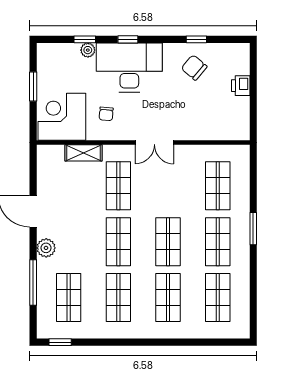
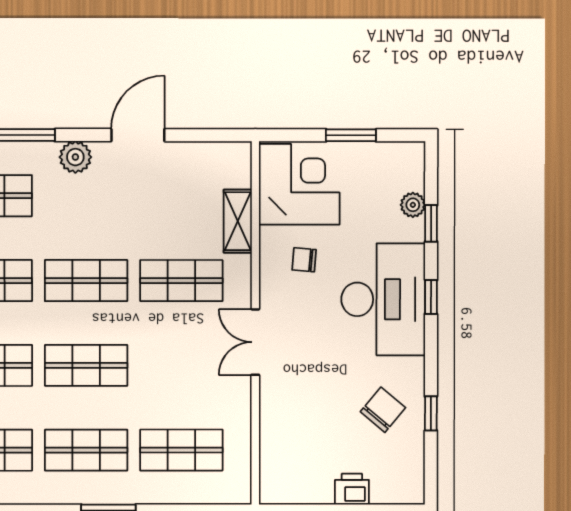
plant: (88, 50) -> (413, 205), moved

